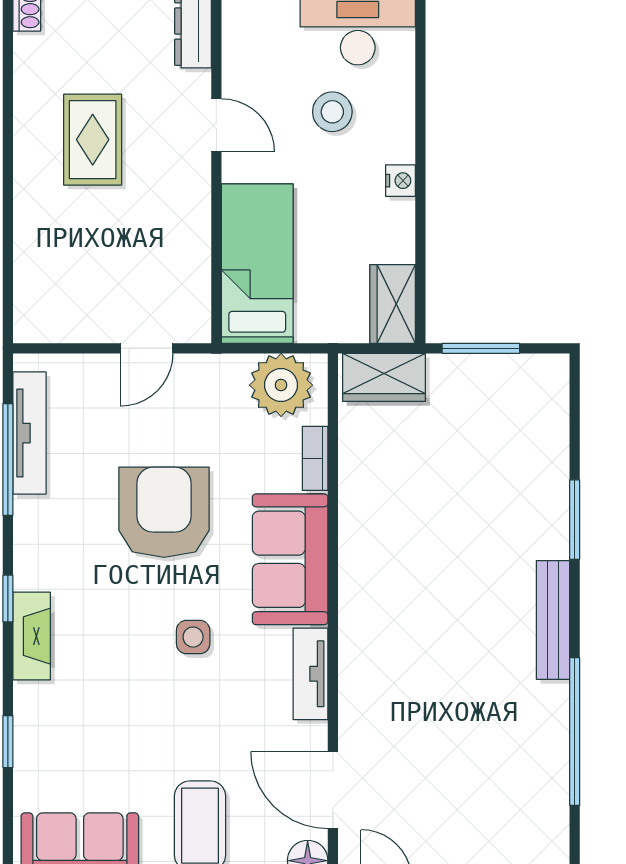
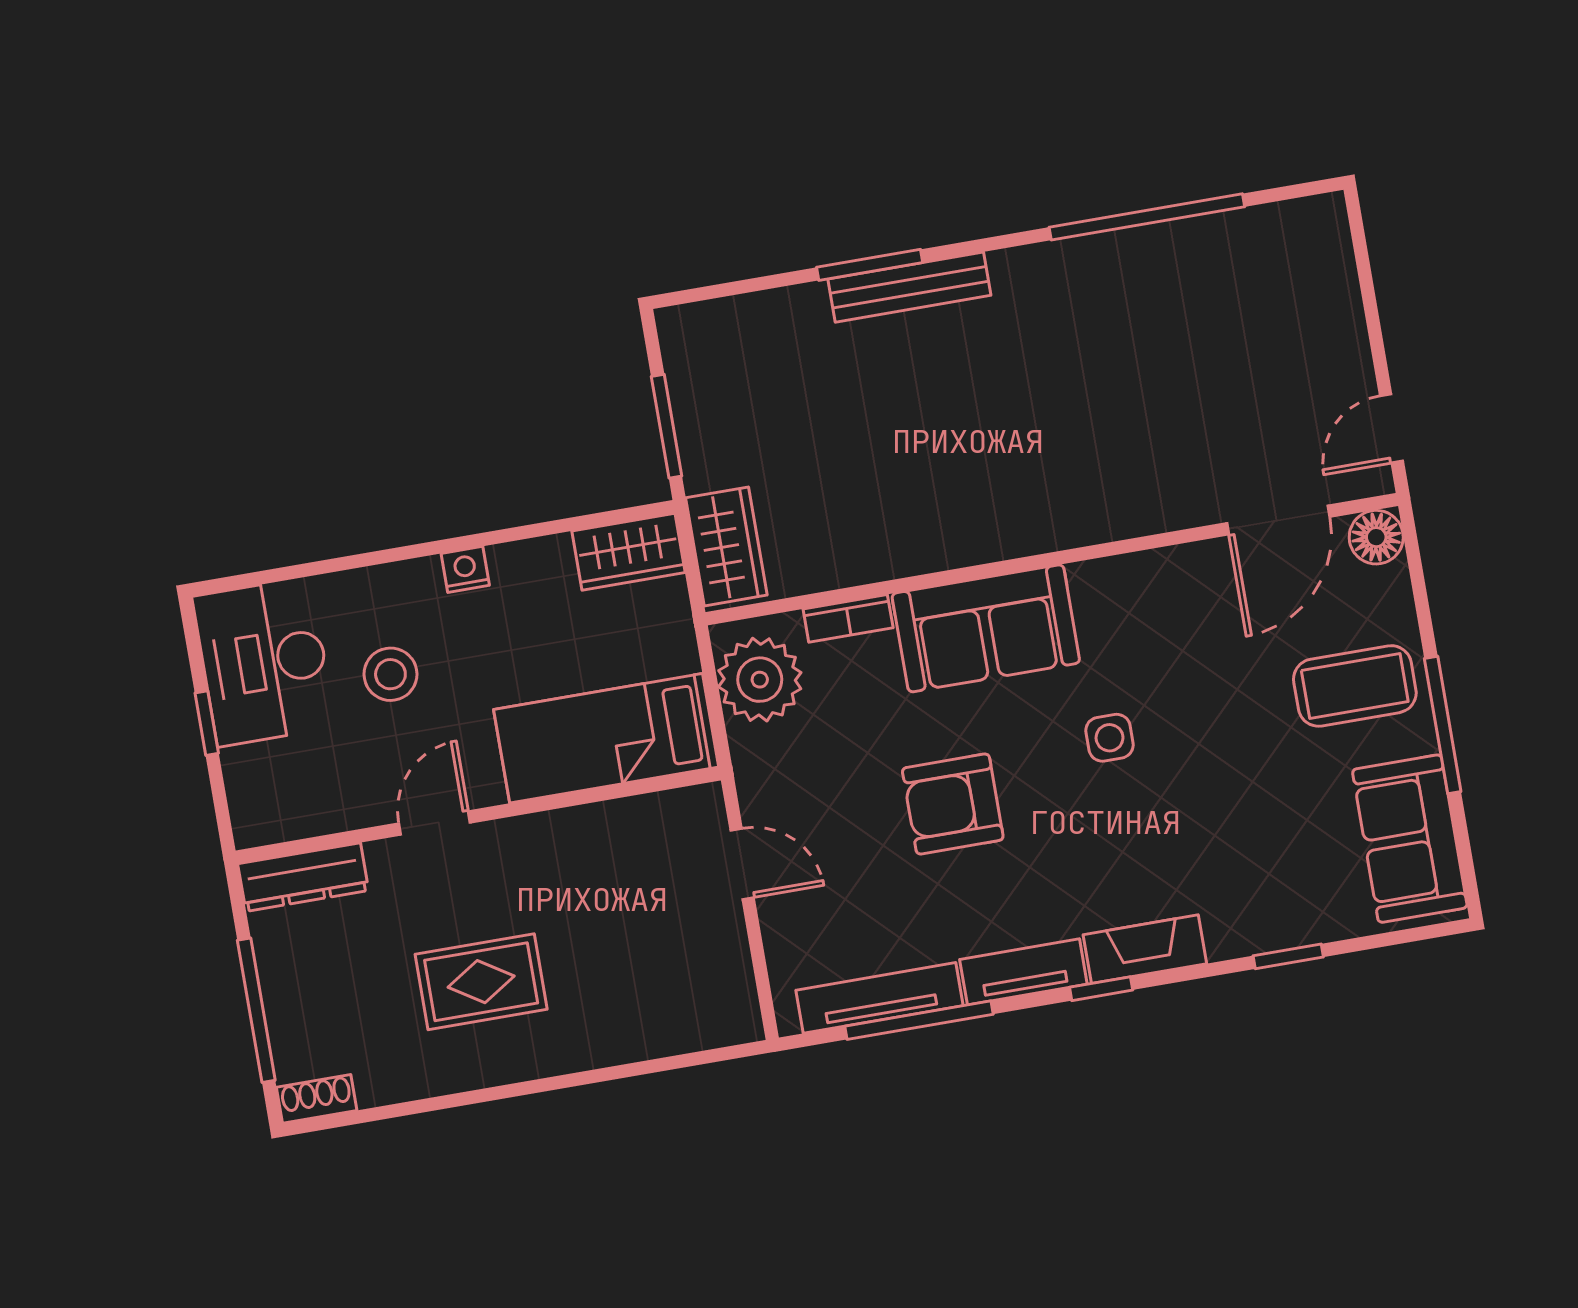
armchair: (164, 512) -> (953, 804), width x0.73, depth x0.73
bench: (553, 620) -> (909, 287), moved
tv unit: (310, 674) -> (1023, 972), moved, turned 180

